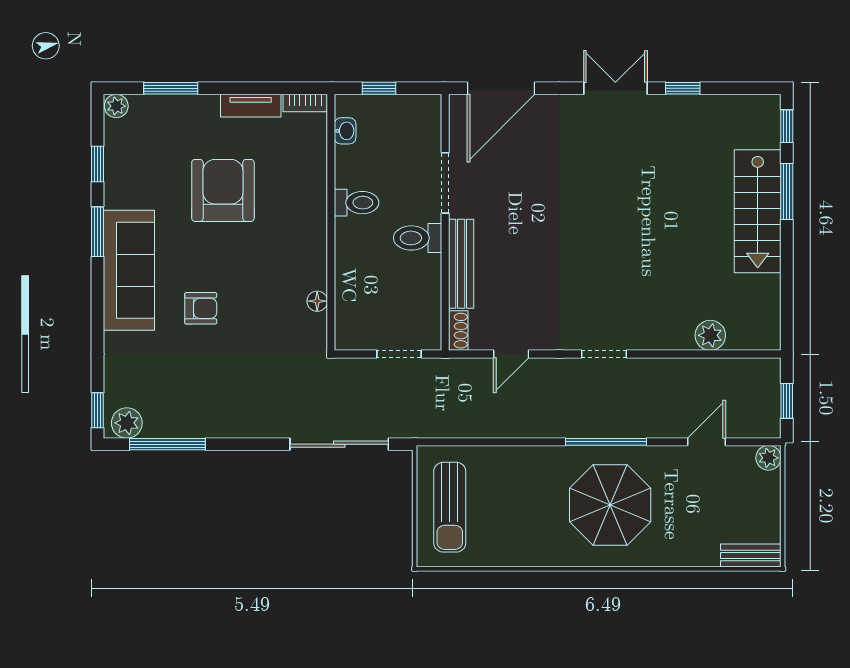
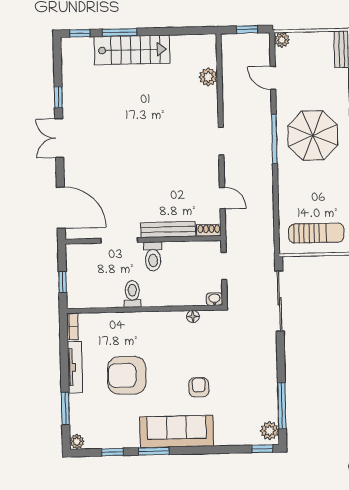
tv unit: (251, 106) -> (75, 367), width x1.41
washbasin: (345, 131) -> (214, 299), moved

